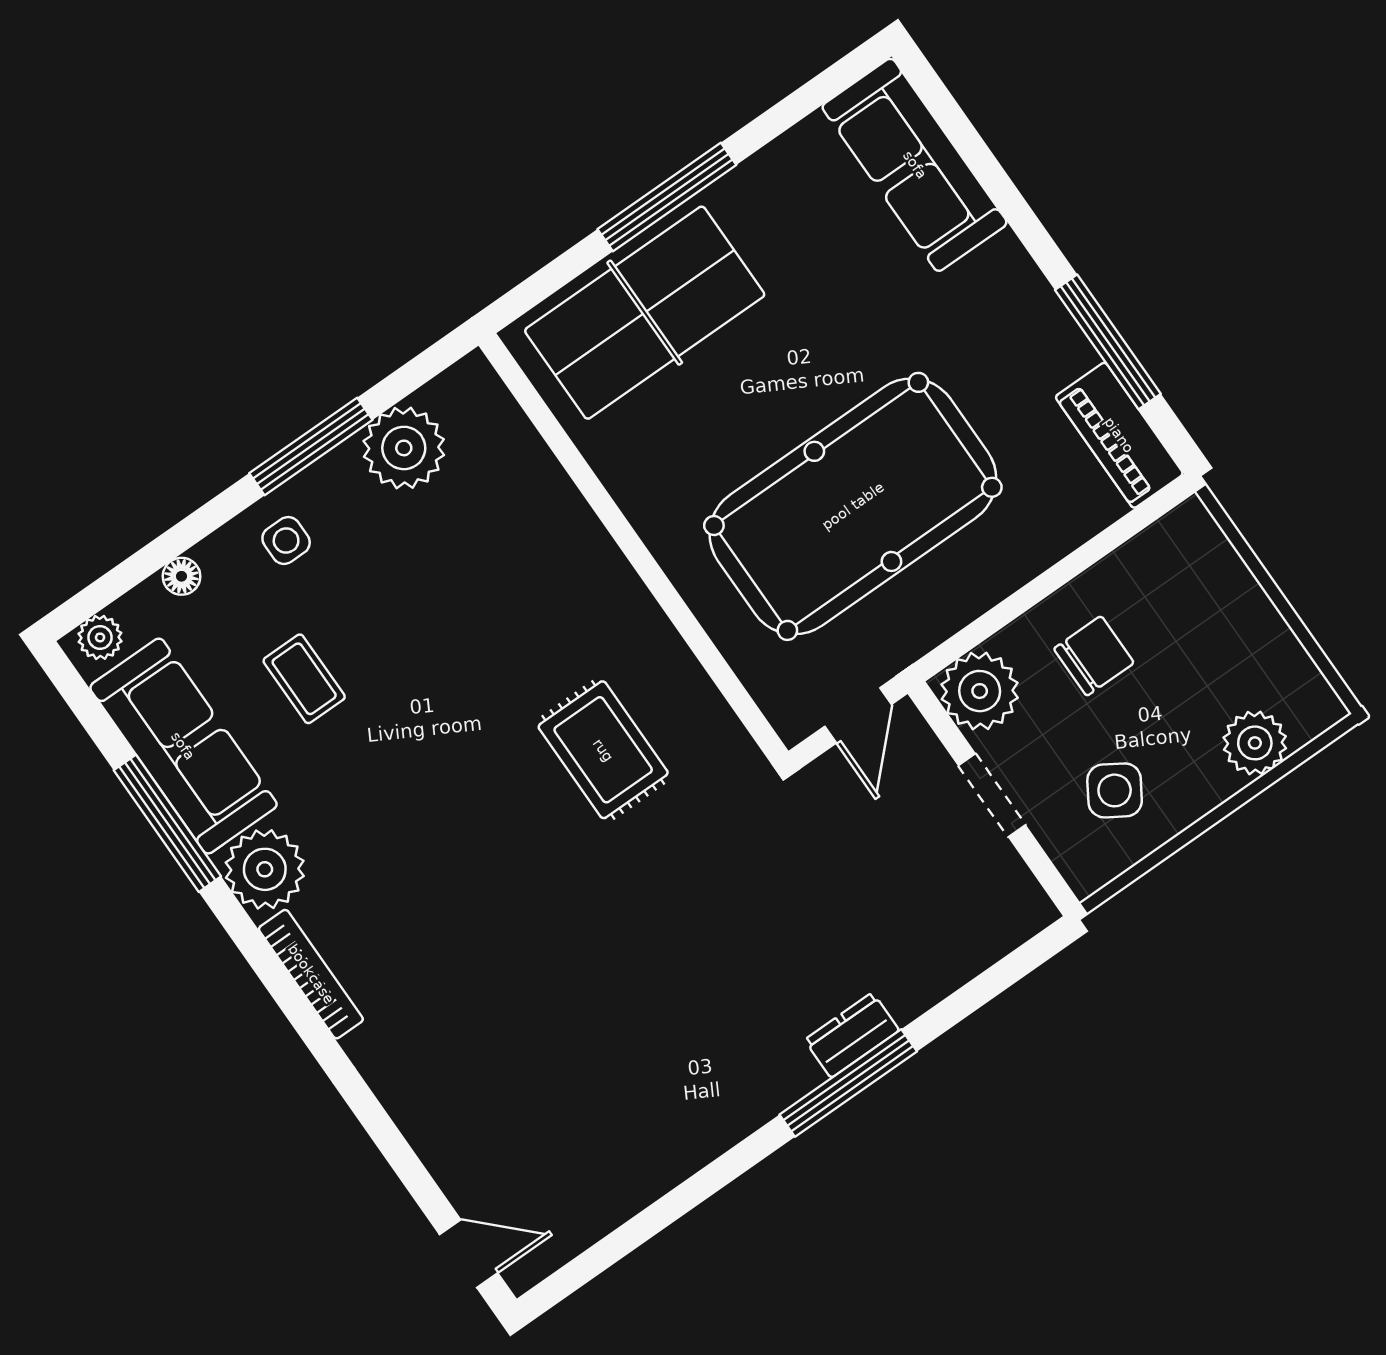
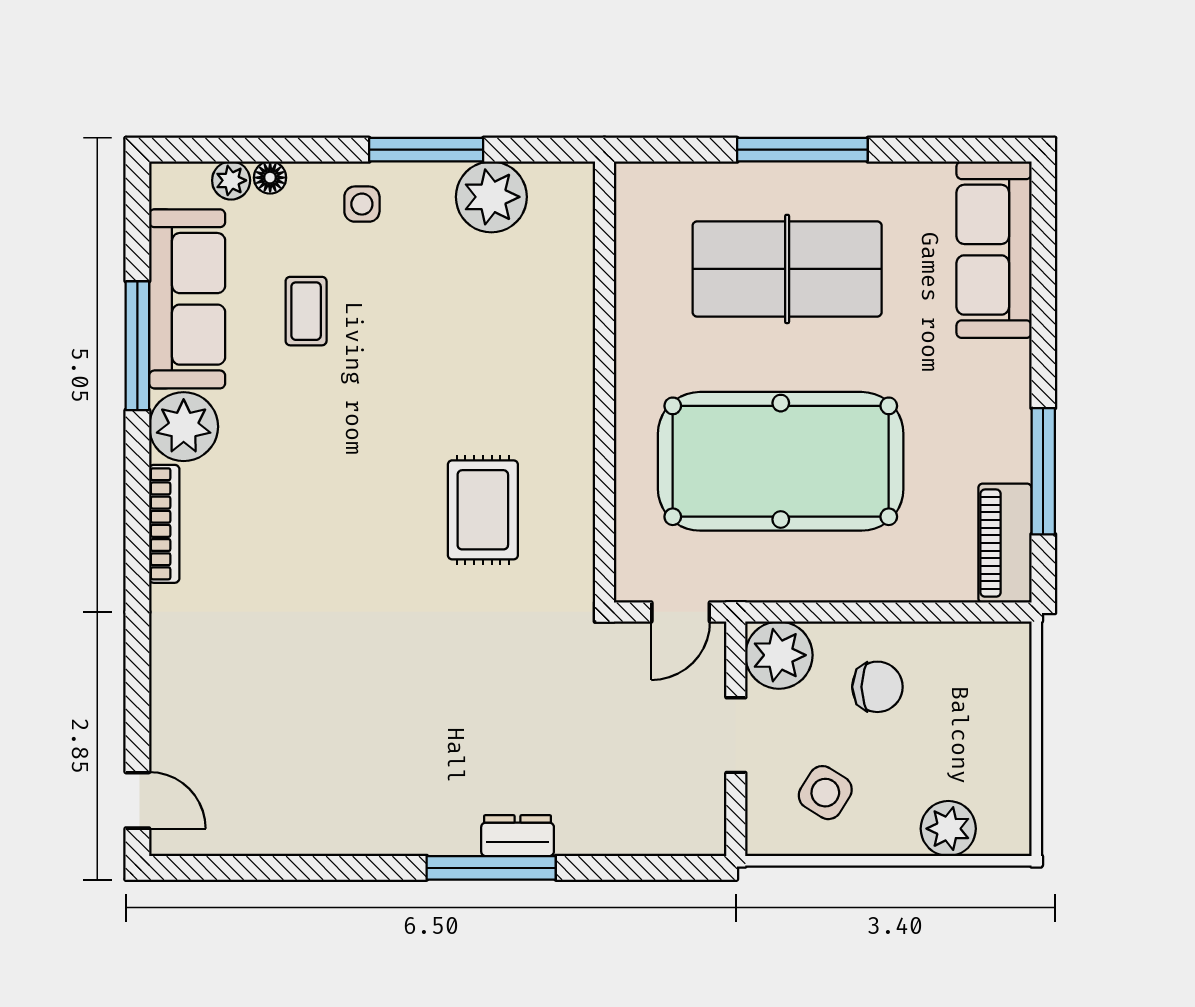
table tennis table: (645, 313) -> (787, 269), moved
plant: (100, 637) -> (231, 180), moved

